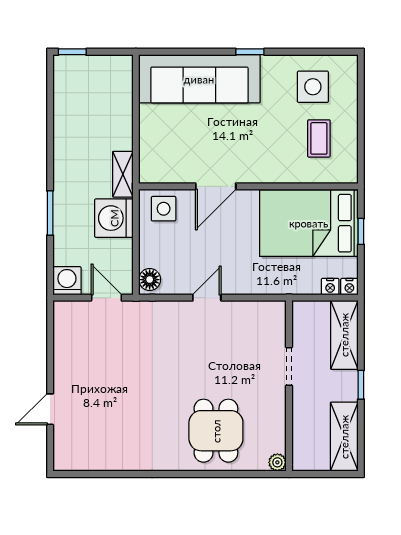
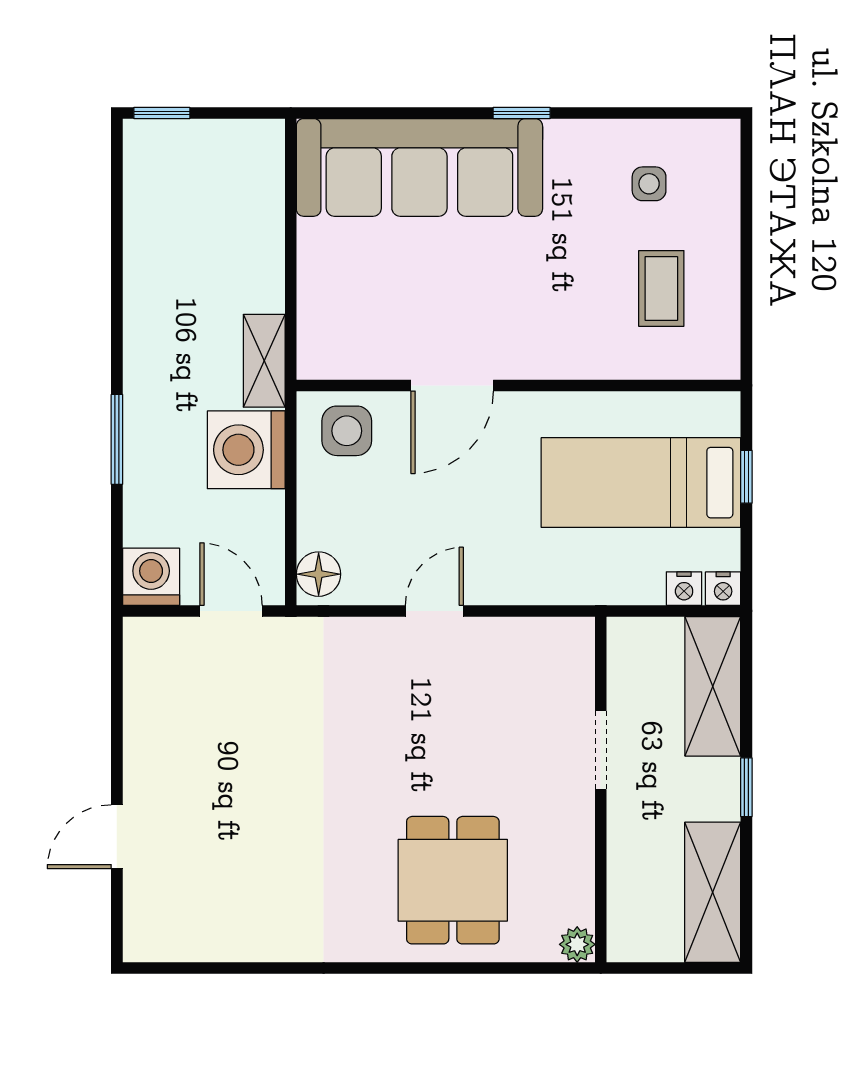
side table: (313, 87) -> (649, 184), width x0.54, depth x0.54
bed: (309, 223) -> (641, 483), width x0.67

